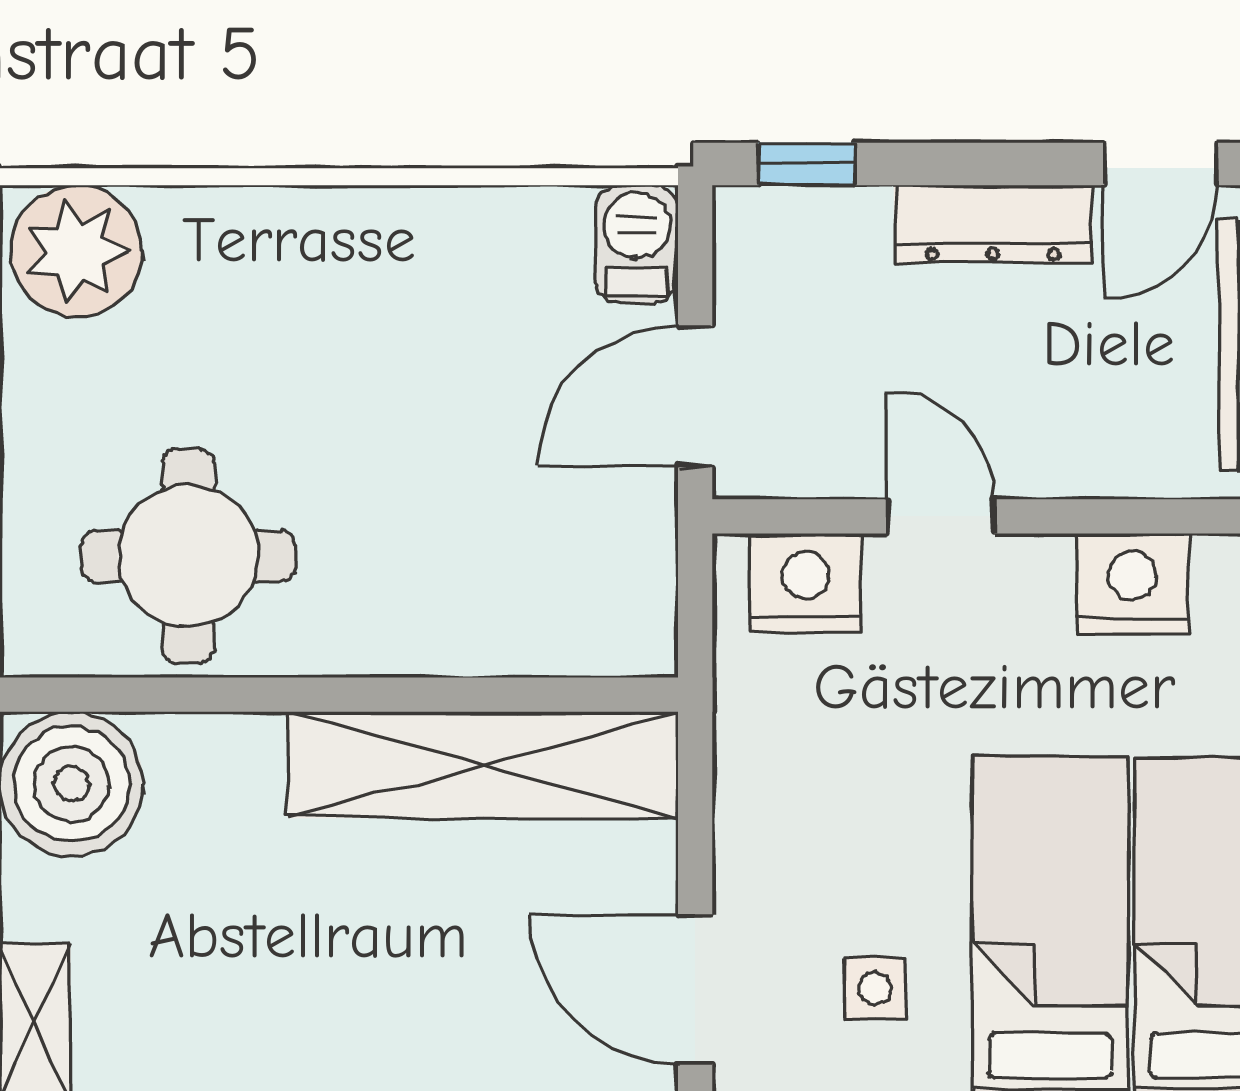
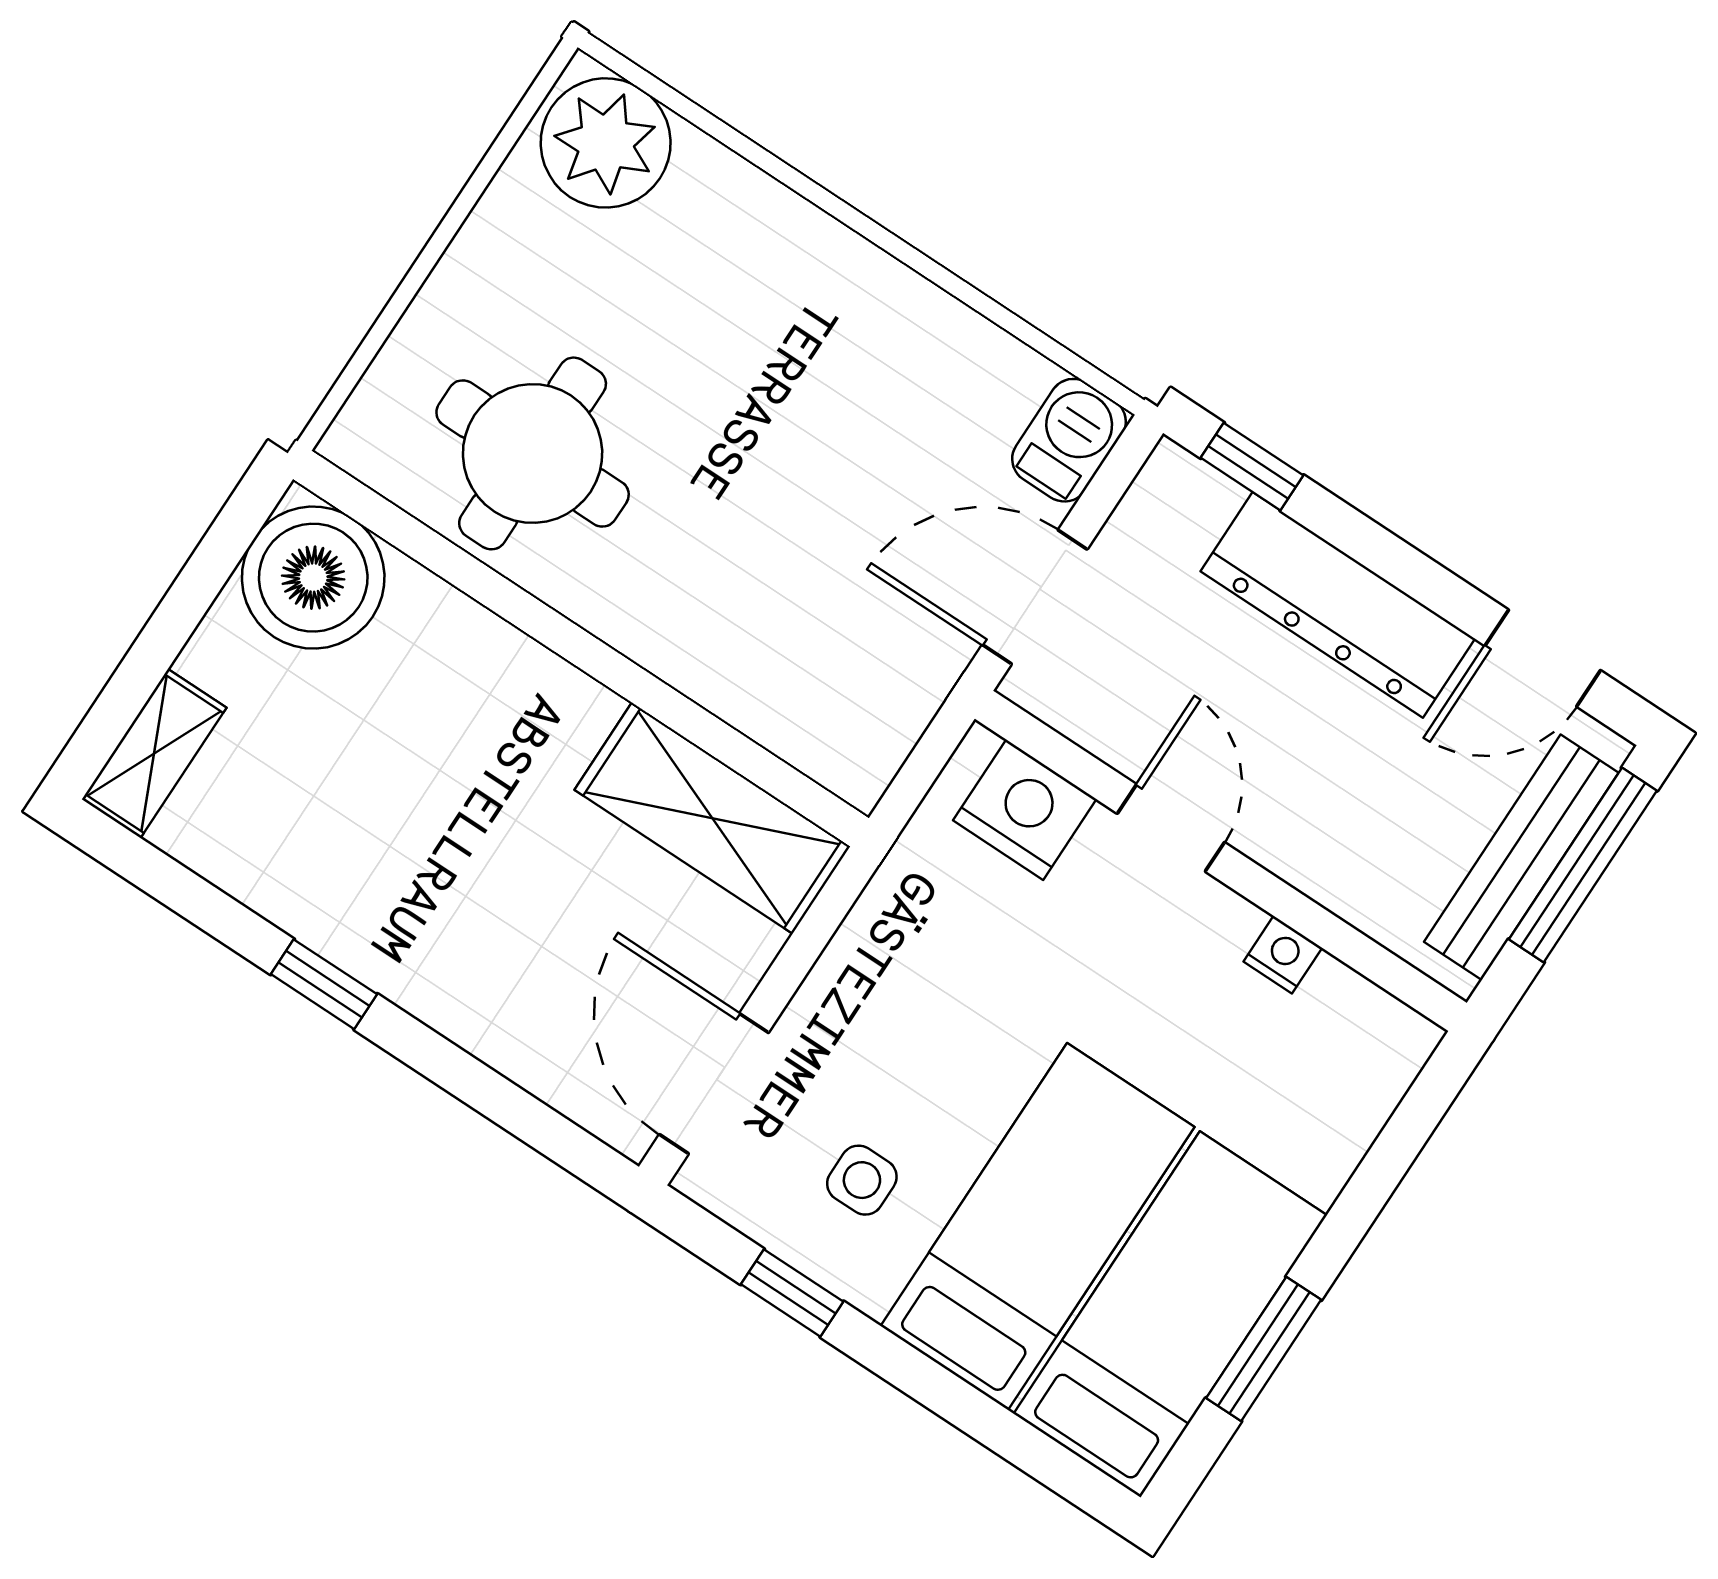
dresser: (993, 224) -> (1338, 605), width x1.37, depth x1.24
nightstand: (1132, 584) -> (1283, 955), width x0.53, depth x0.56
shelving: (483, 765) -> (712, 818), width x0.68

